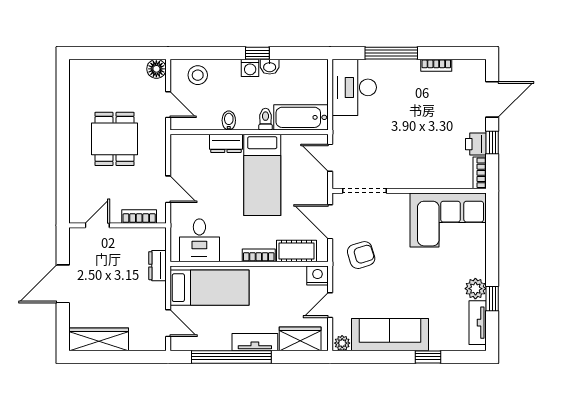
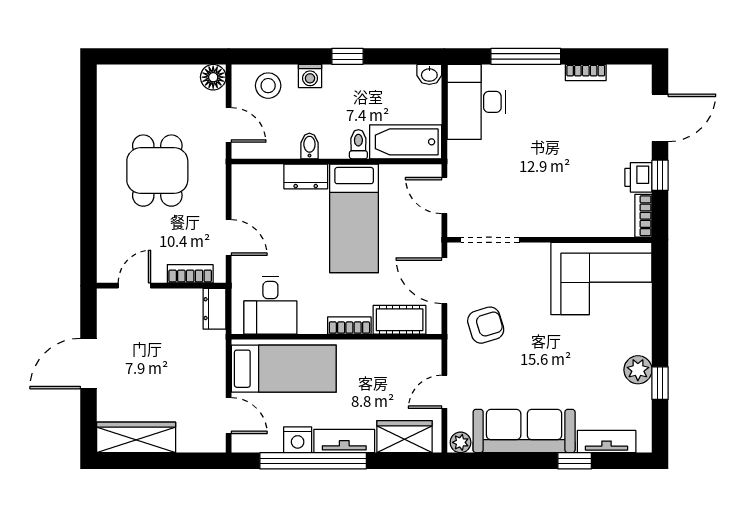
washbasin: (270, 67) -> (429, 74), moved
washing machine: (250, 68) -> (310, 76), moved
dresser: (157, 266) -> (214, 309), moved
nightstand: (317, 276) -> (298, 440), moved, turned 180
tv unit: (478, 323) -> (607, 442), moved, turned 90

